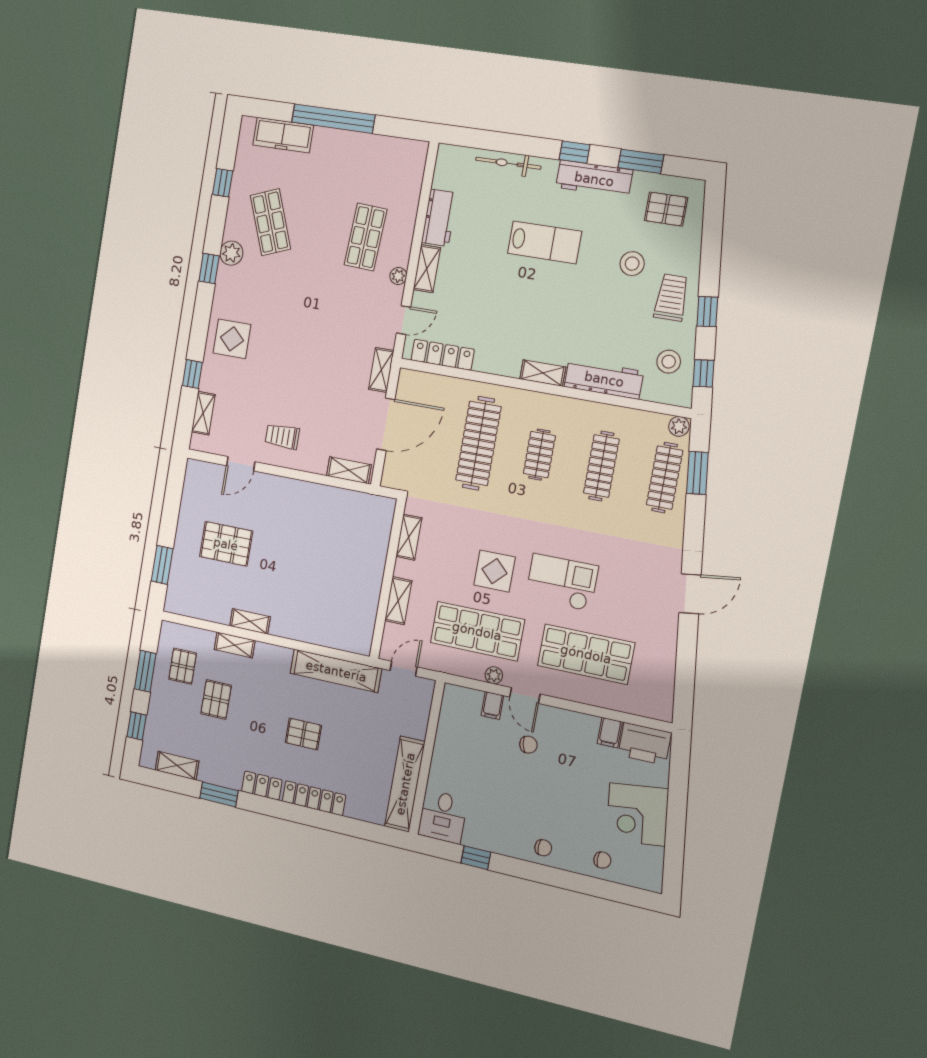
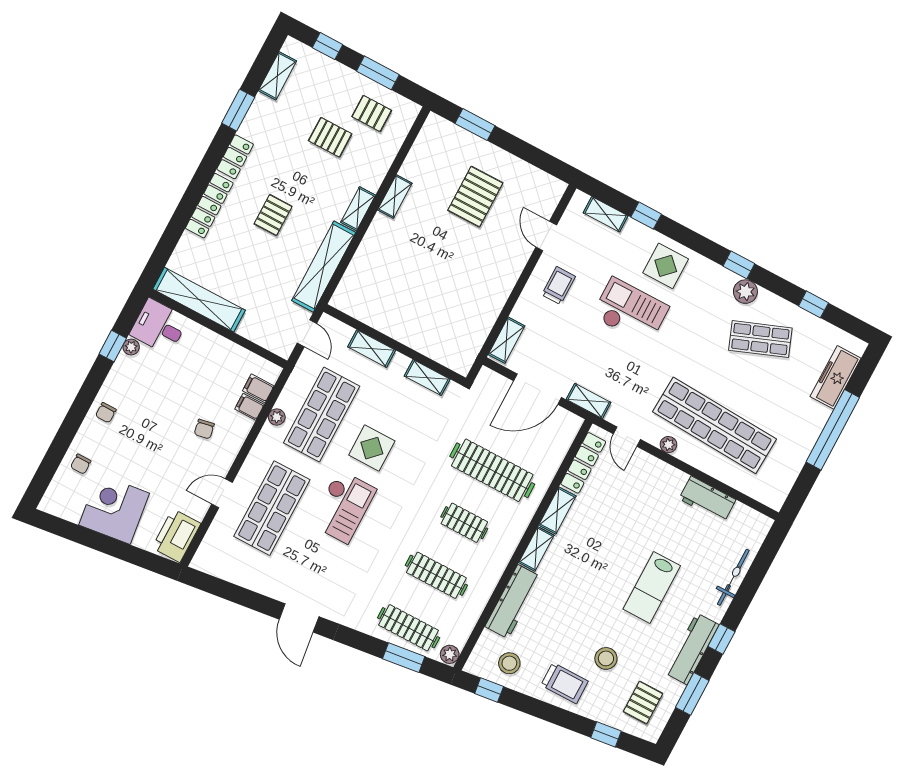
shop shelf: (366, 237) -> (715, 425), width x2.00, depth x1.36
shelving: (427, 269) -> (557, 511), moved, turned 90
window: (707, 312) -> (606, 734), moved
checkout: (284, 358) -> (630, 311), added
door: (386, 424) -> (537, 389), hinge flipped
shelving: (235, 645) -> (358, 209), moved
door: (525, 695) -> (222, 493), moved
filing cabinet: (610, 733) -> (258, 388), moved
plant: (471, 839) -> (131, 347), added

